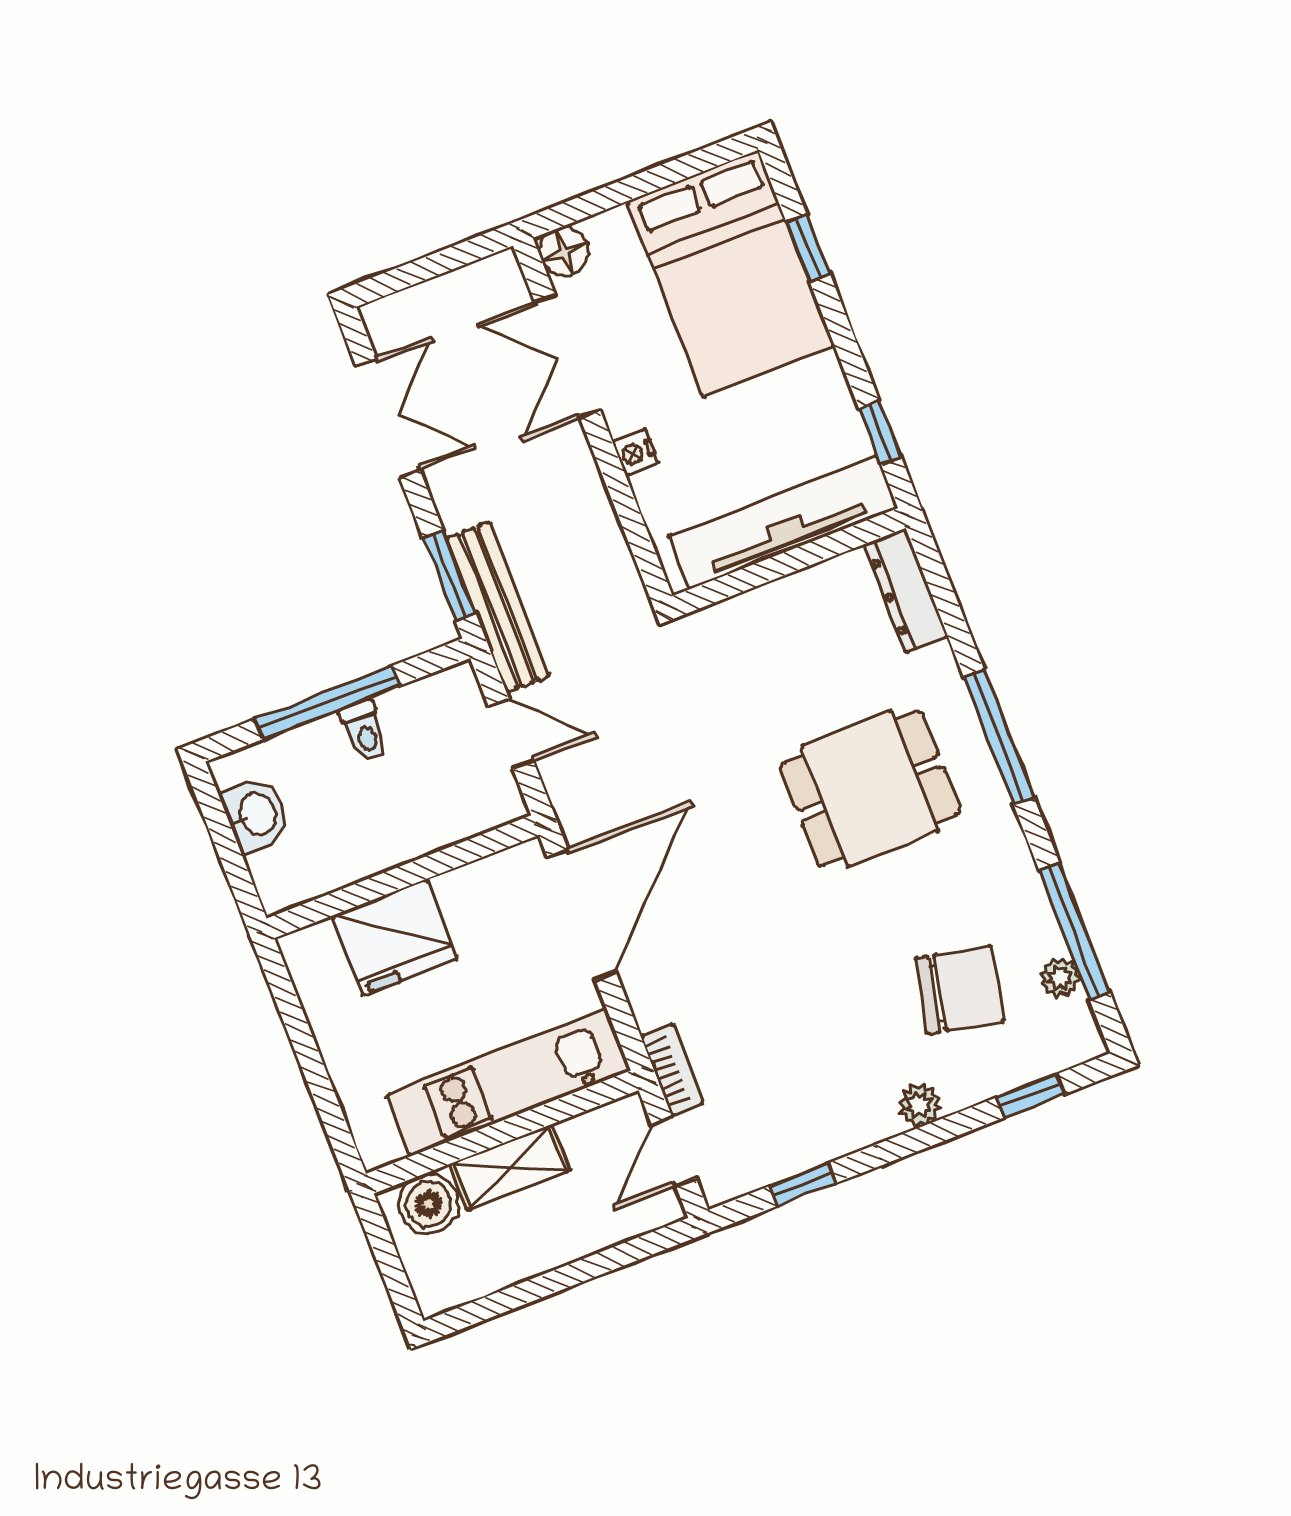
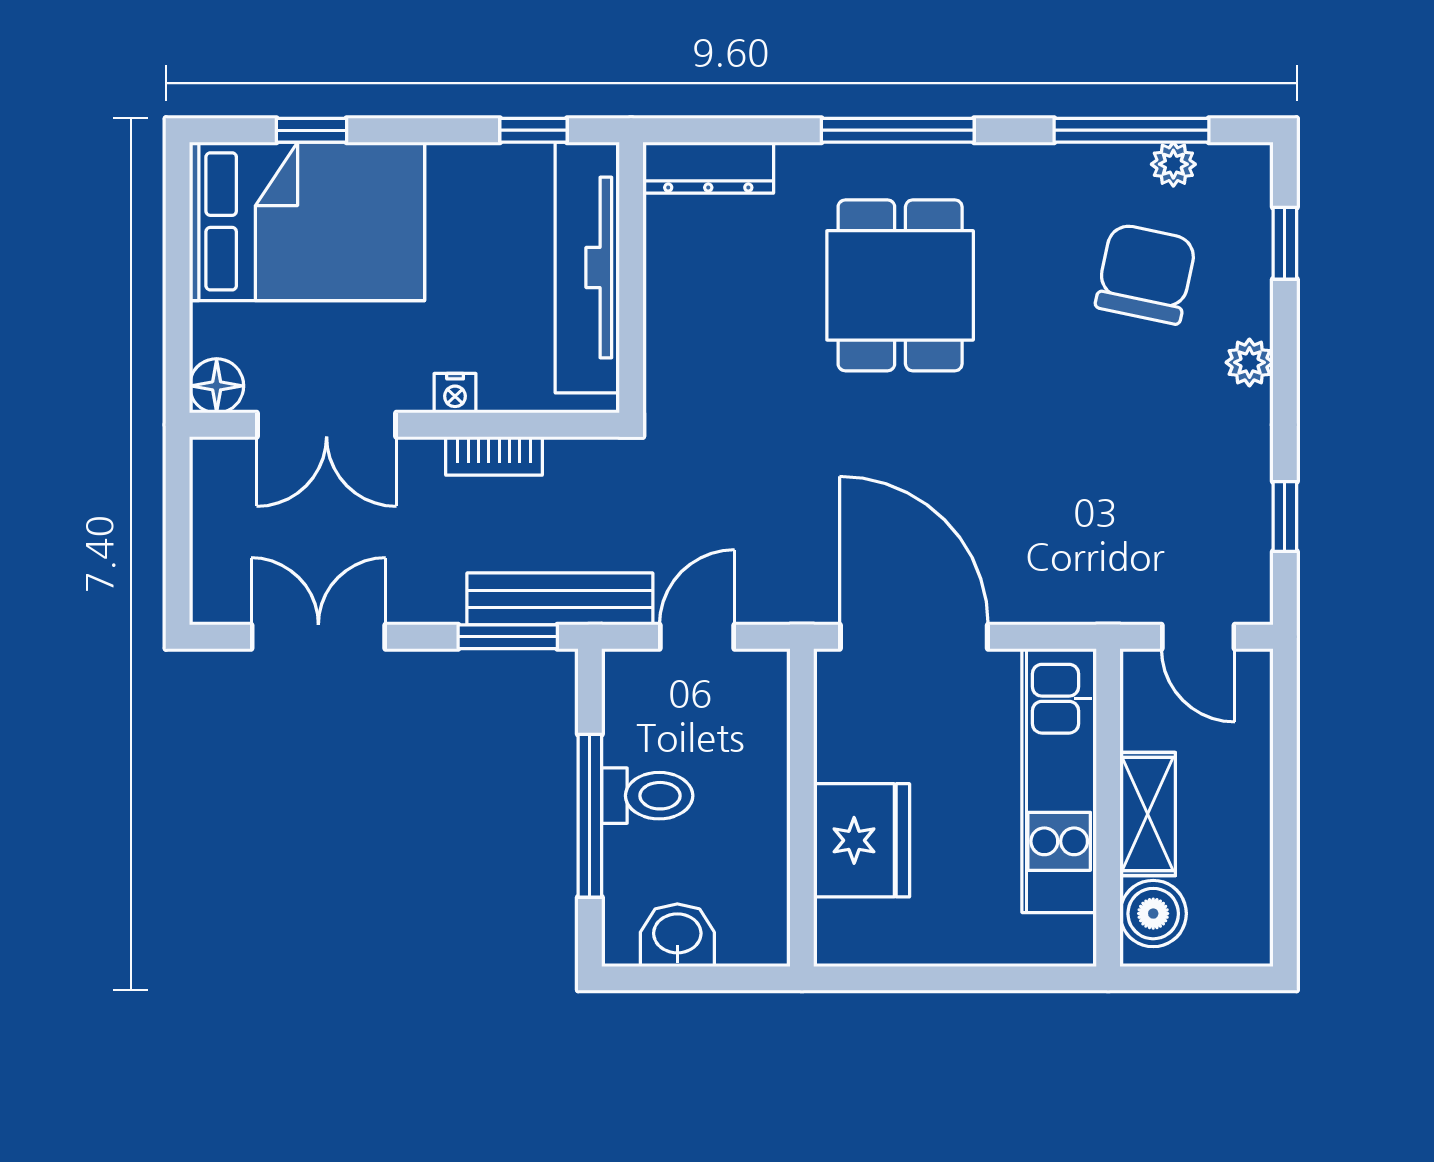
toilet: (365, 731) -> (647, 796), width x1.37, depth x1.39
bookcase: (672, 1070) -> (494, 456), moved, turned 180

